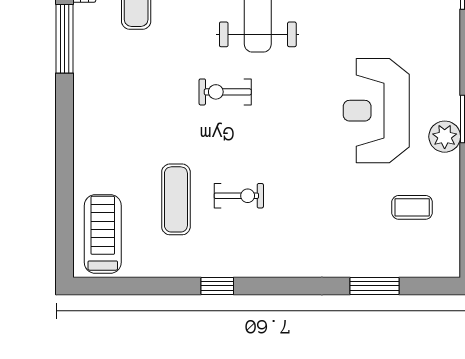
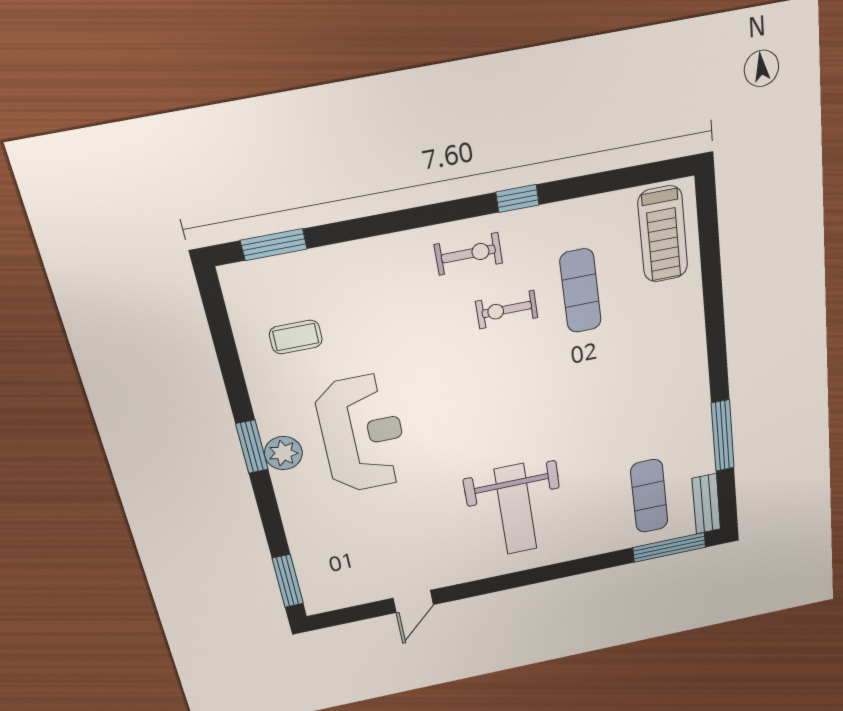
exercise bike: (225, 92) -> (468, 254), moved
plant: (445, 137) -> (283, 453), moved
window: (375, 286) -> (274, 245), moved

